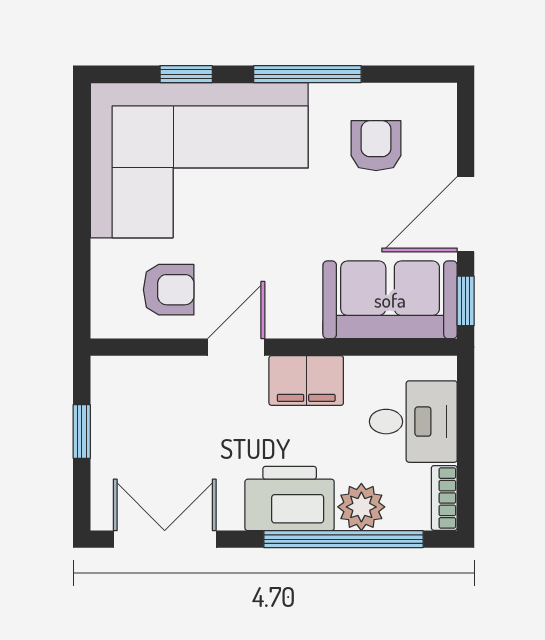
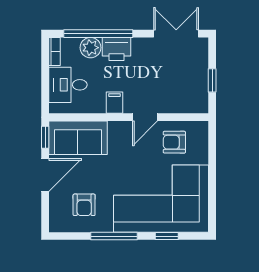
filing cabinet: (306, 380) -> (114, 103), width x0.50
printer: (290, 498) -> (116, 49), width x0.73, depth x0.84
double door: (165, 539) -> (176, 34), swing flipped

